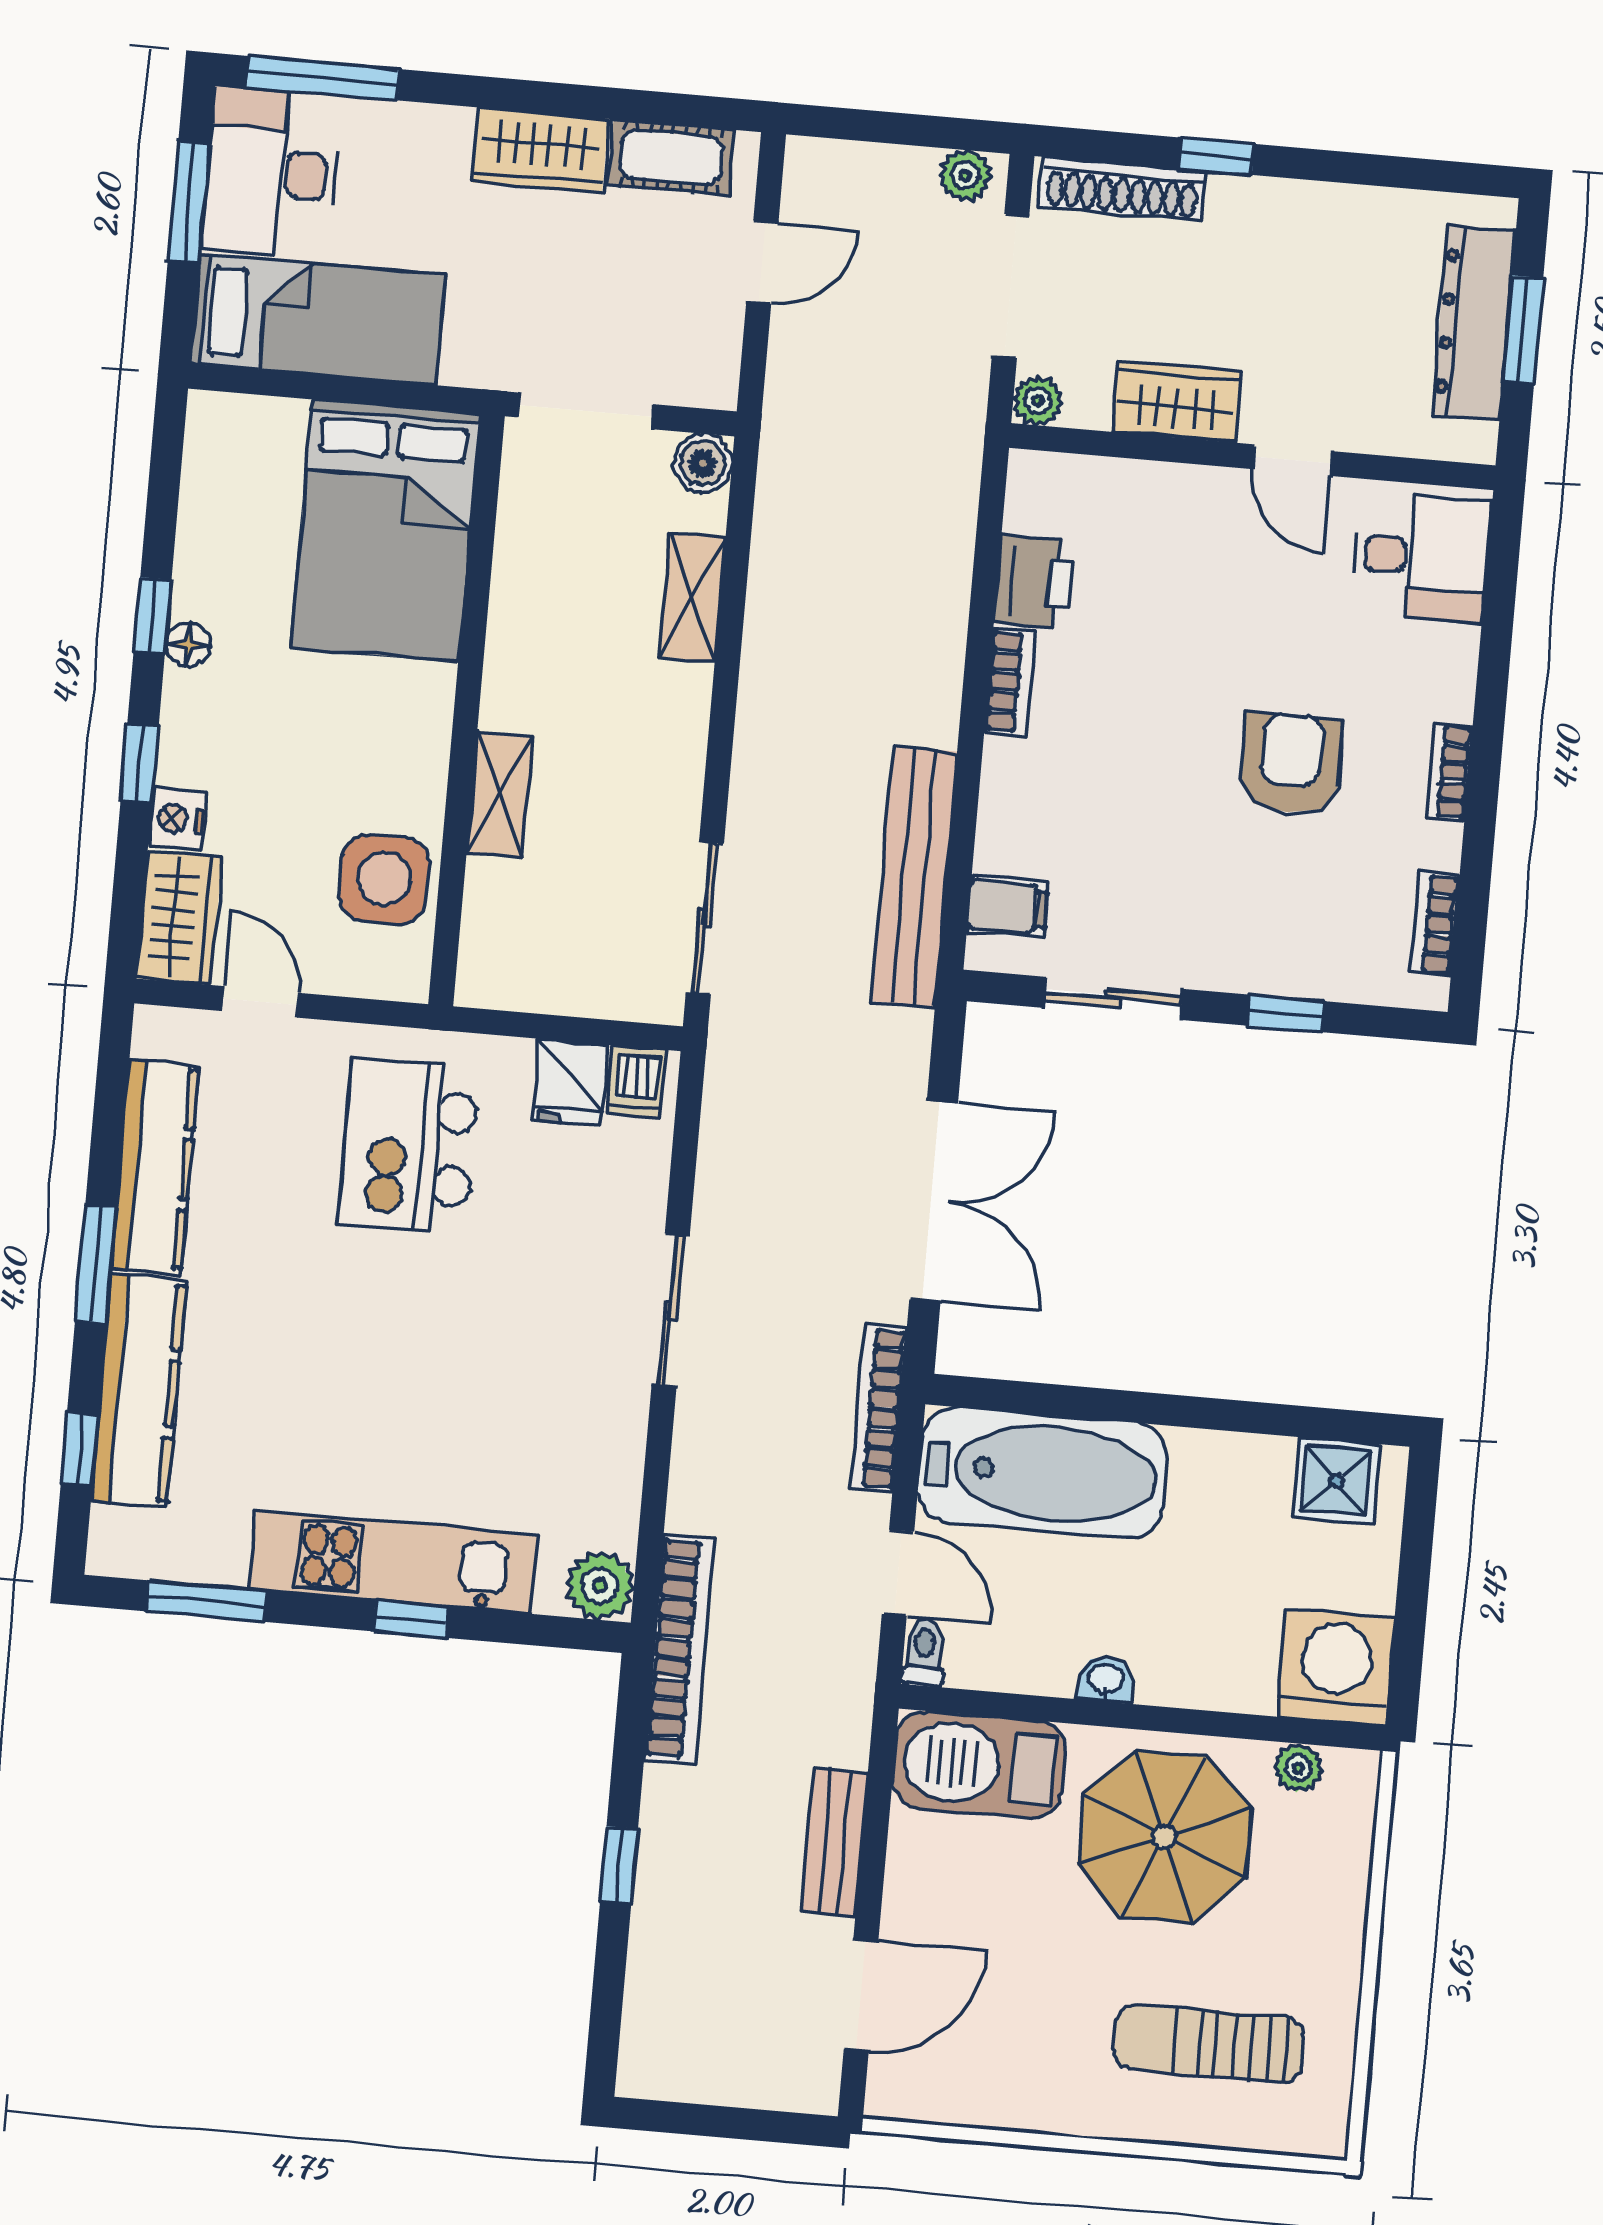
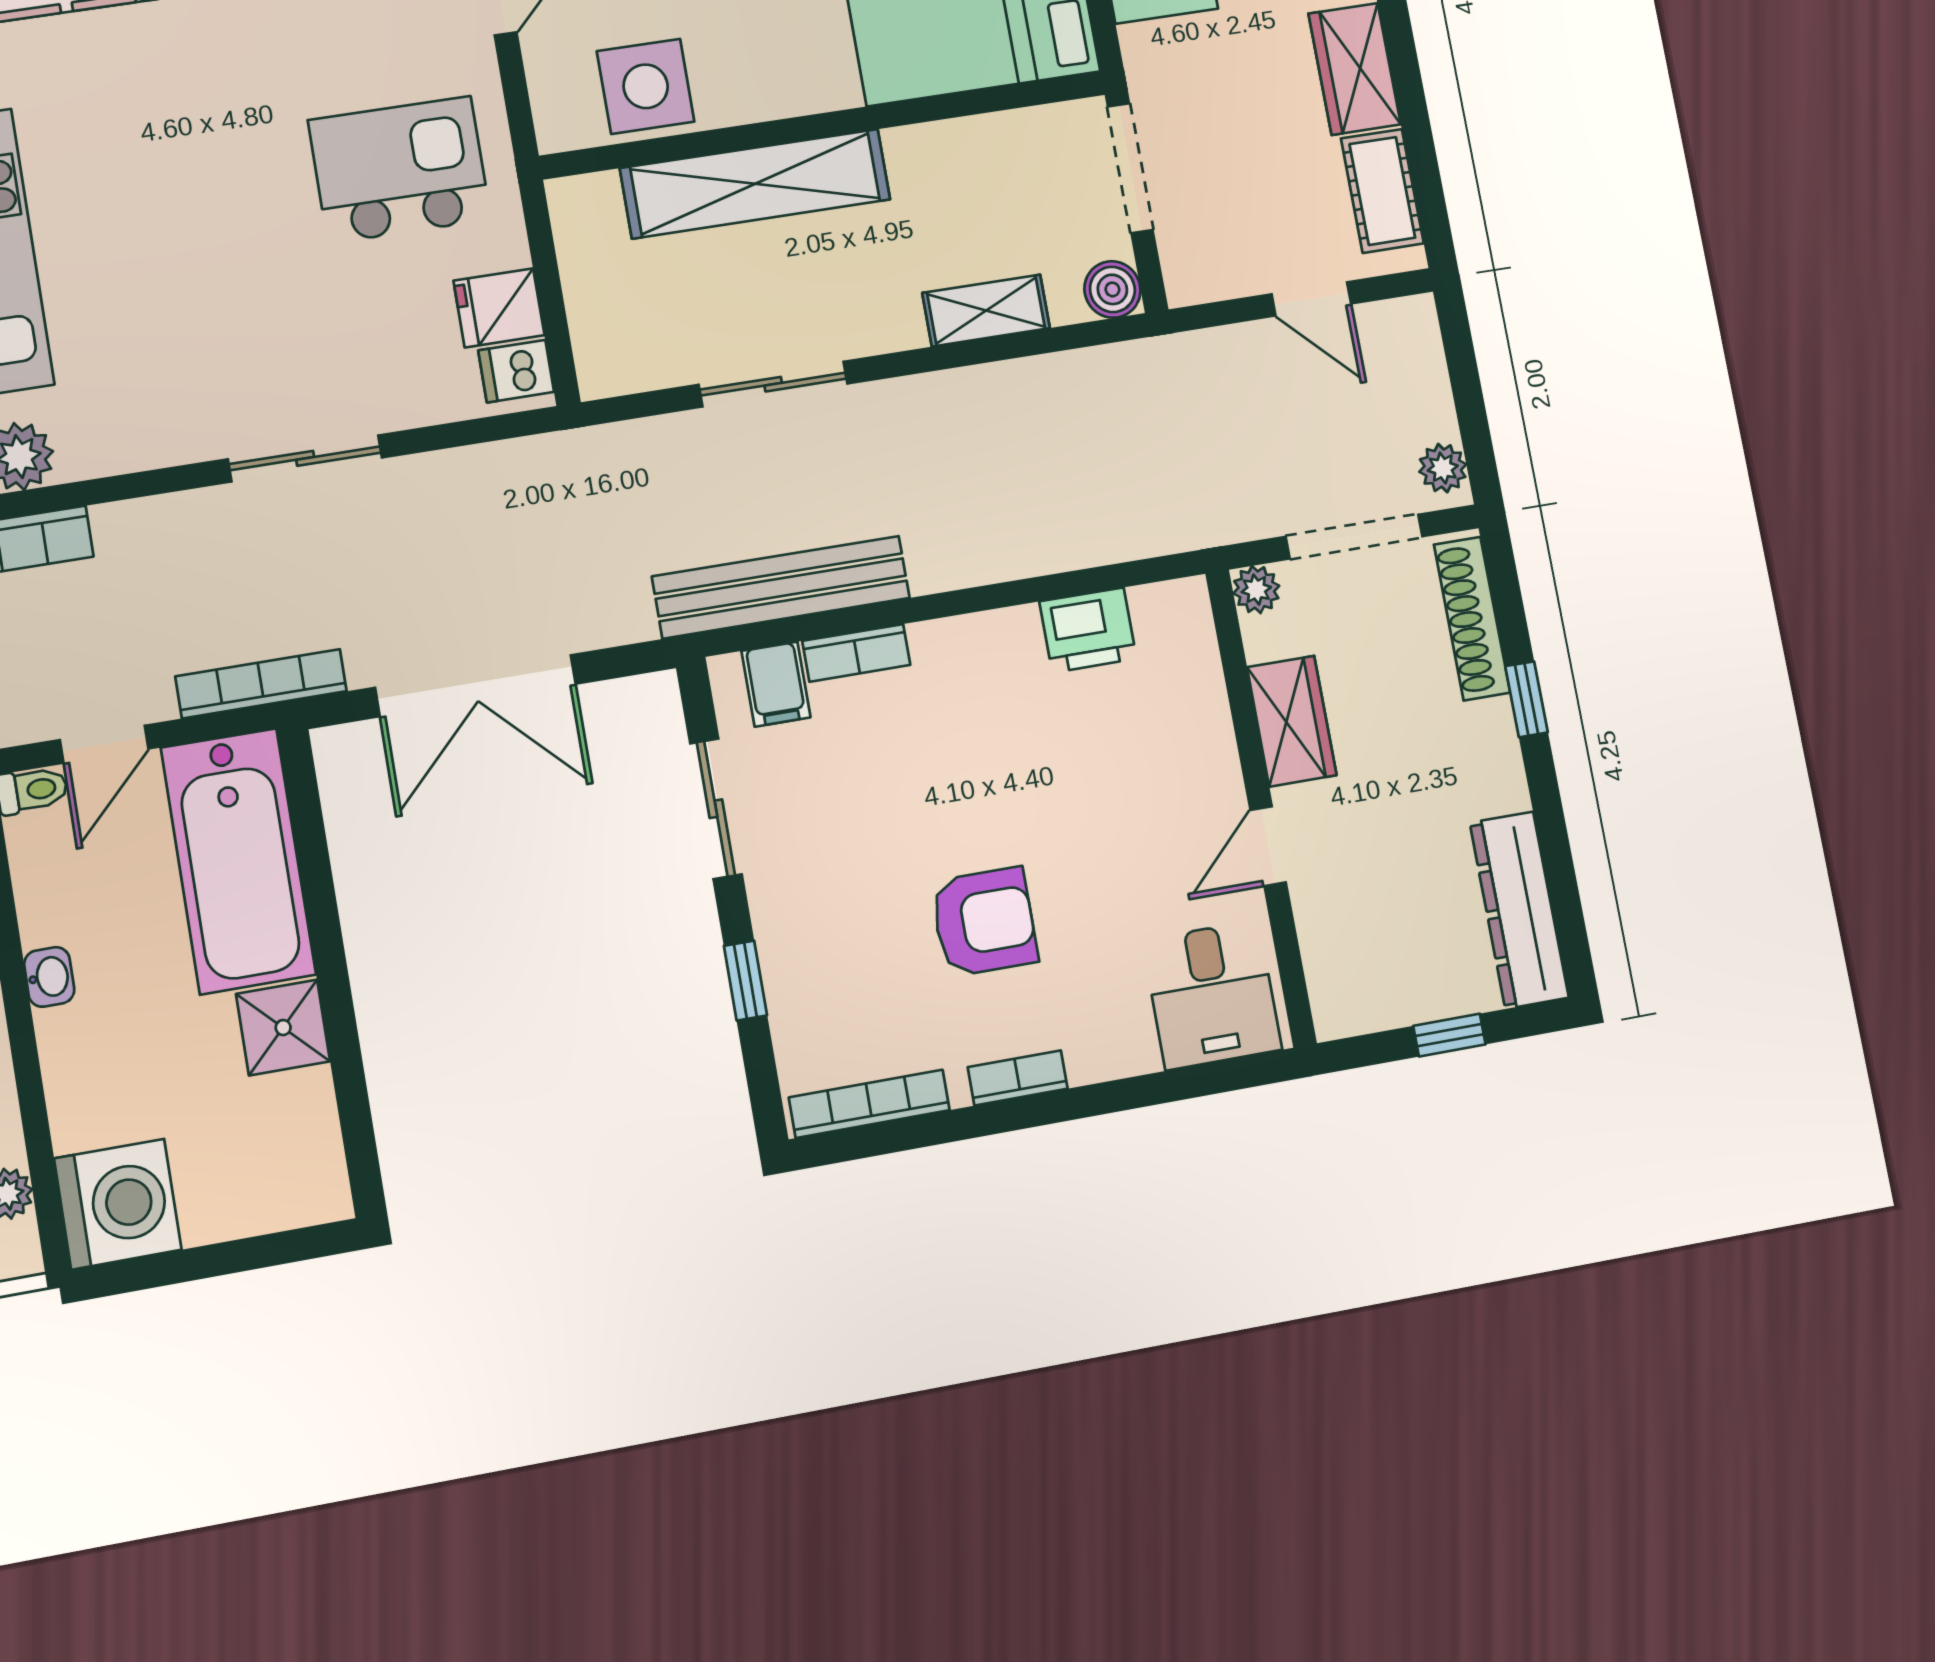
dresser: (1474, 323) -> (1519, 910), moved, turned -90
window: (1523, 330) -> (1449, 1035), width x0.67
bookcase: (1009, 682) -> (856, 653), moved
shelving: (499, 795) -> (755, 184), width x2.20, depth x1.33
sliding door: (705, 918) -> (773, 384), moved
bookcase: (1435, 924) -> (869, 1104), width x1.56
shower: (1337, 1481) -> (283, 1028), moved

